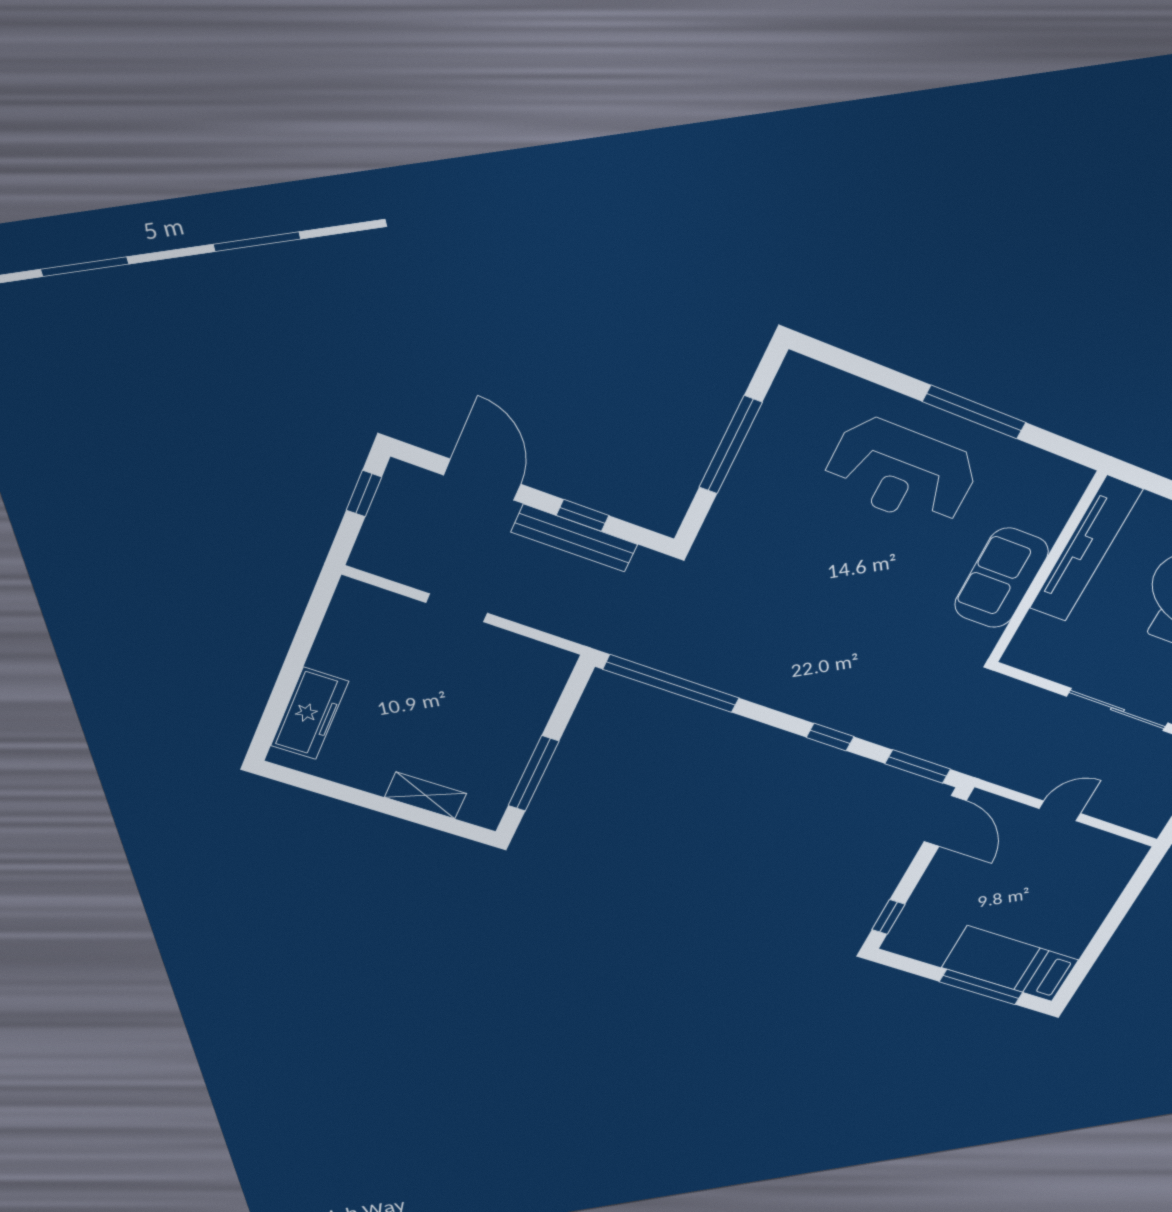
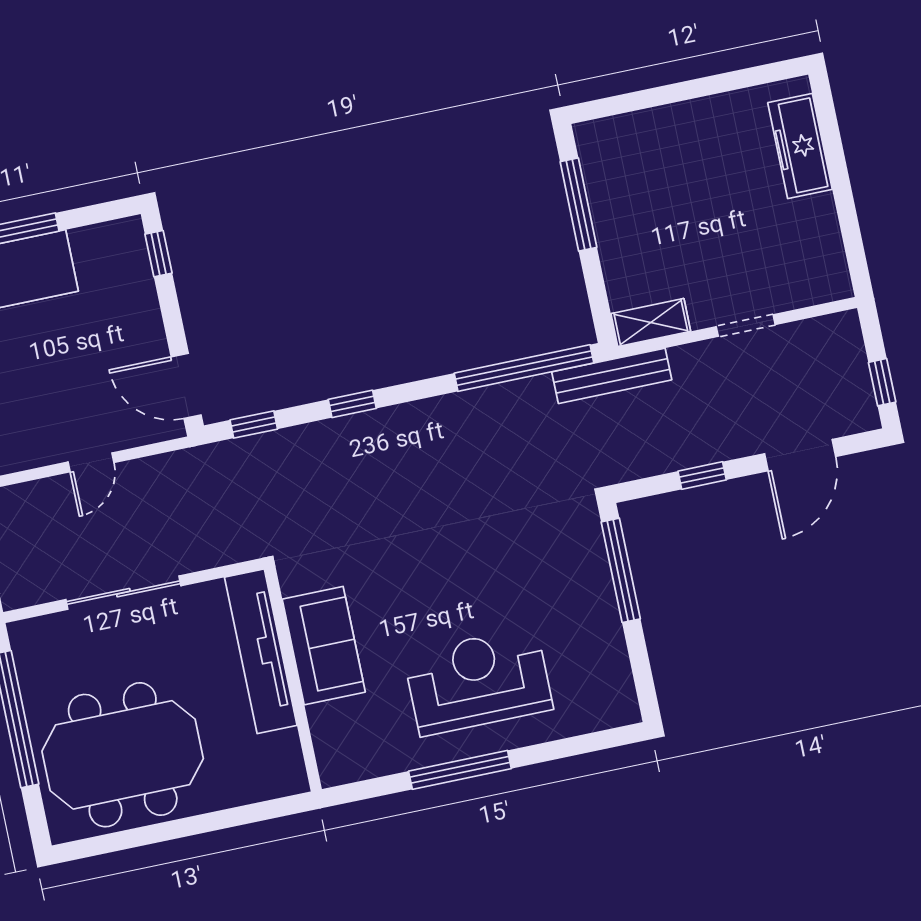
window: (731, 445) -> (621, 570), moved
door: (482, 480) -> (800, 455), hinge flipped
bench: (574, 538) -> (612, 376), moved
tv unit: (1086, 549) -> (261, 651), moved
window: (918, 766) -> (254, 425), width x0.67
shelving: (426, 795) -> (651, 323), moved

